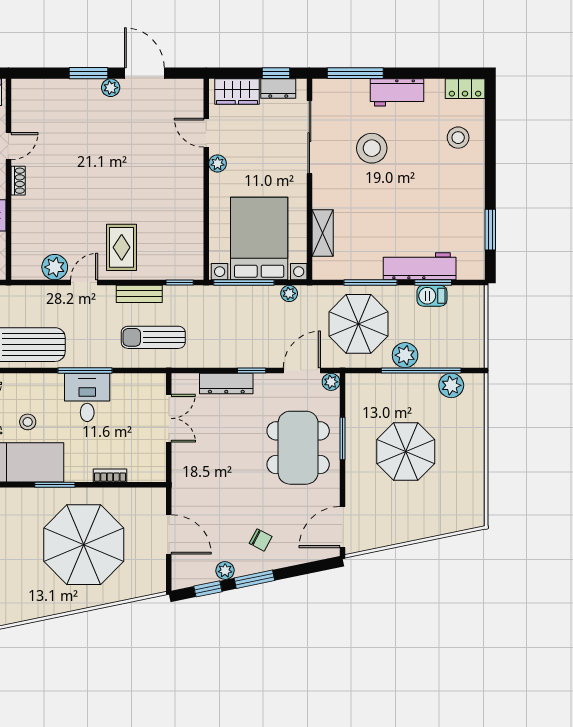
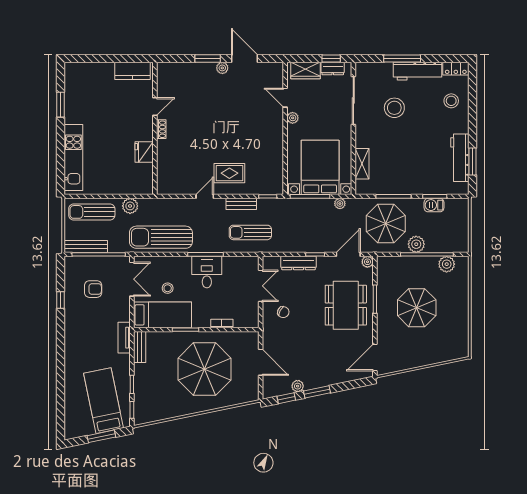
window: (355, 73) -> (402, 58), moved
workbench: (397, 92) -> (418, 71), width x1.38
rug: (122, 247) -> (229, 173), turned 90
workbench: (420, 266) -> (460, 158), moved, turned -90
plant: (55, 267) -> (185, 186), removed
chair: (261, 540) -> (283, 312), moved

